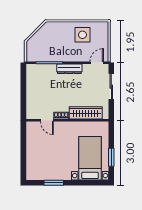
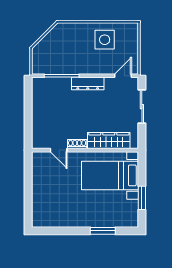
bed with nightstands: (90, 158) -> (110, 175), moved, turned -90
window: (54, 183) -> (103, 231), moved

